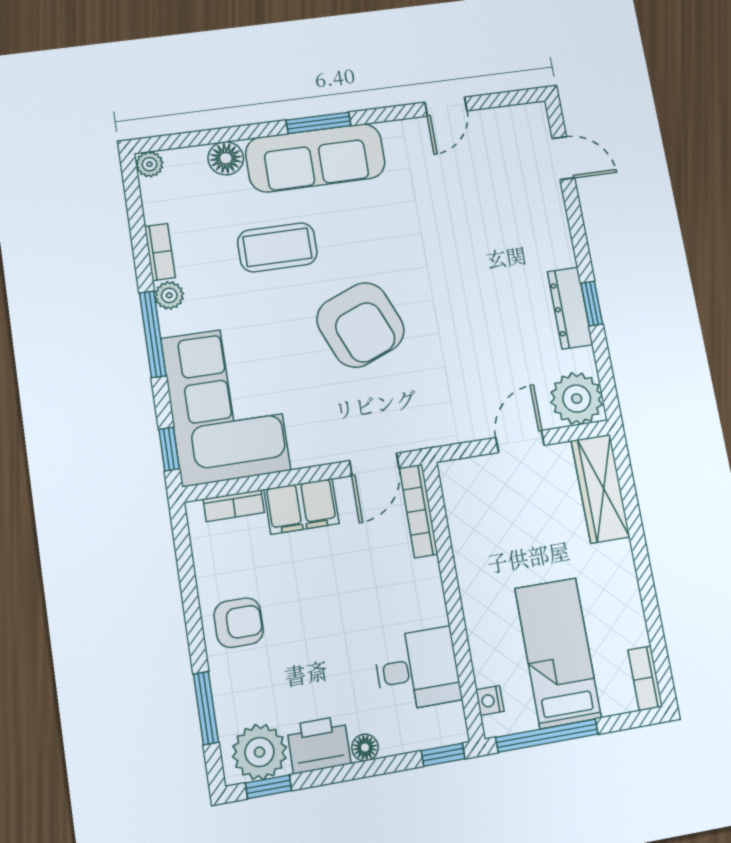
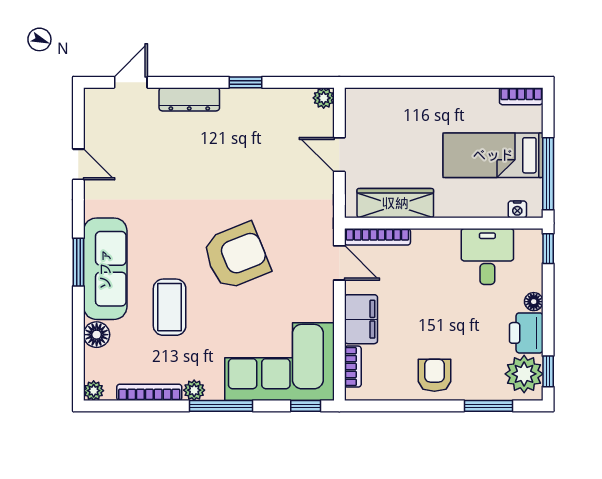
bookcase: (160, 252) -> (149, 392), width x1.56
dresser: (570, 308) -> (189, 99), moved
plant: (577, 399) -> (324, 98), width x0.53, depth x0.53
wardrobe: (600, 489) -> (395, 203), moved, turned 180

